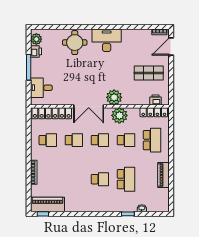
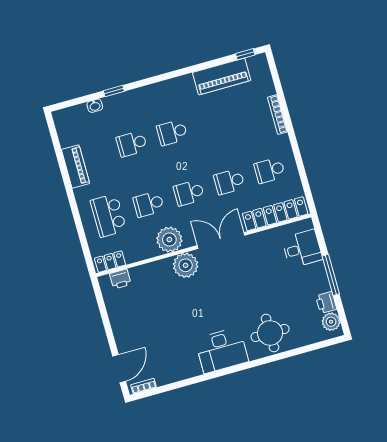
shop shelf: (149, 73) -> (142, 318), removed
locker: (154, 112) -> (110, 262), width x0.66
school desk: (126, 179) -> (132, 144), width x0.54
piano: (47, 205) -> (222, 76), moved

